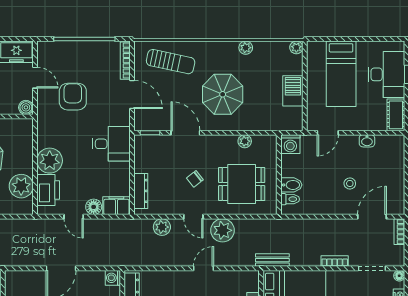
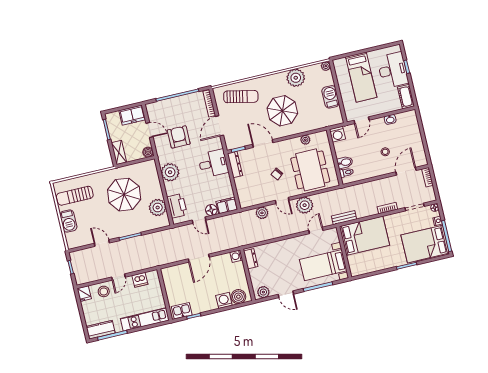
plant: (246, 48) -> (296, 78), width x1.88, depth x1.88
door: (132, 95) -> (219, 126), swing flipped
plant: (50, 161) -> (170, 172), moved
dining table: (242, 184) -> (310, 170), width x1.38
dresser: (141, 191) -> (235, 164), moved
door: (203, 268) -> (316, 230), moved

